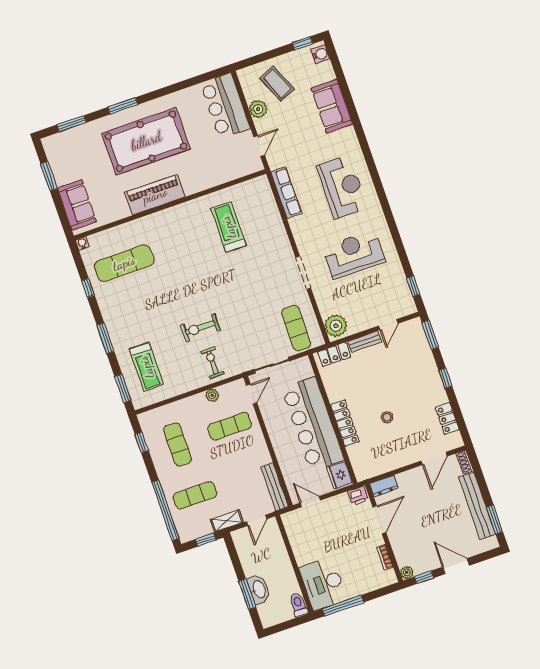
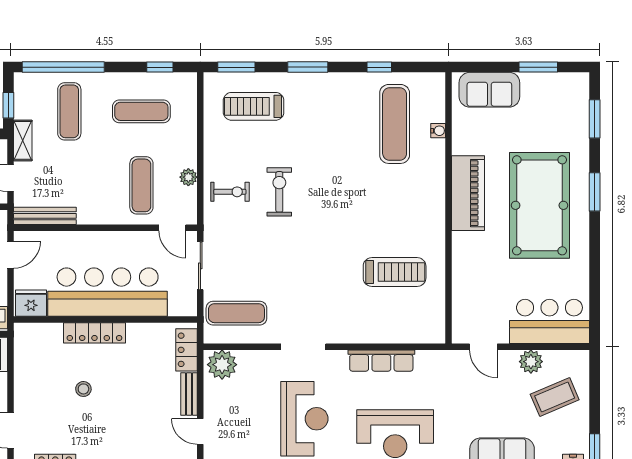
row of seats: (286, 193) -> (381, 361), moved
water cooler: (82, 243) -> (438, 131), moved

